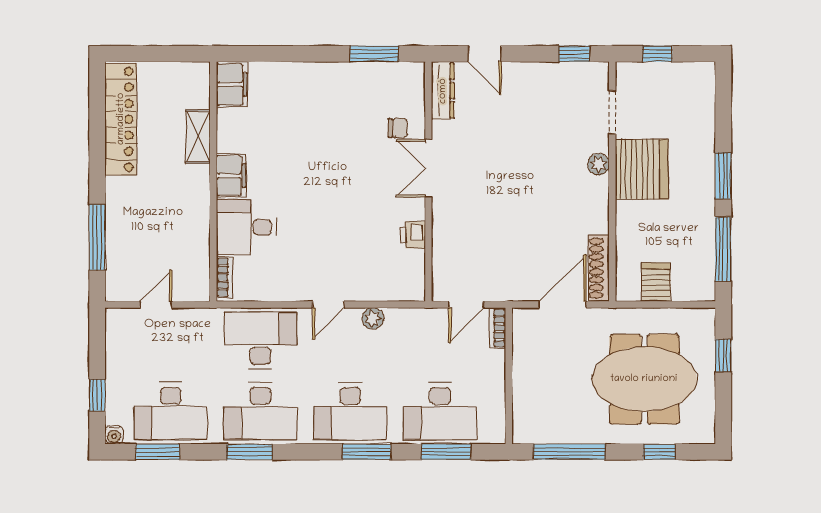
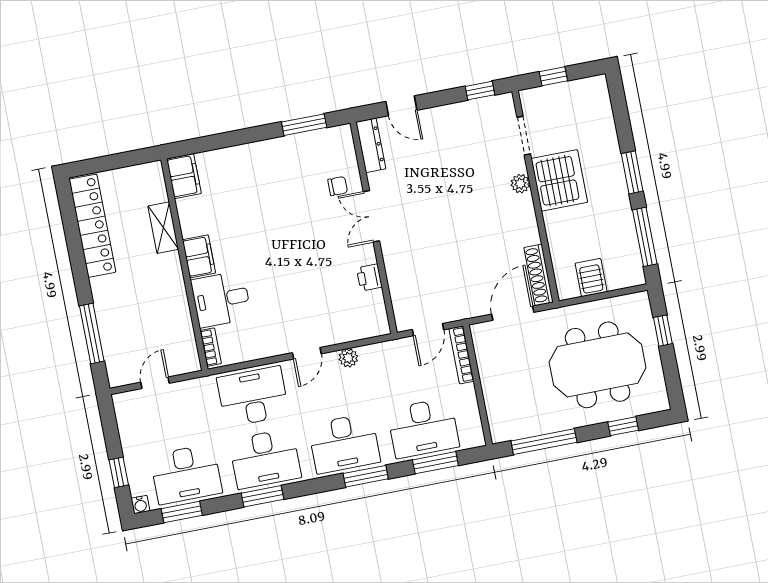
bookcase: (497, 328) -> (461, 355), width x1.56

